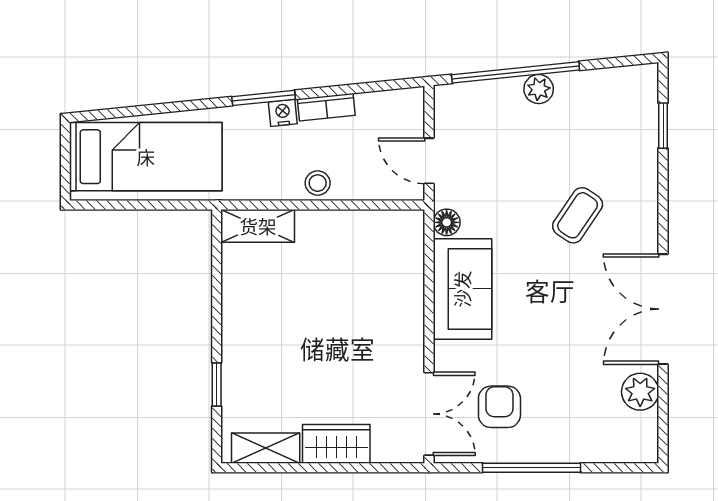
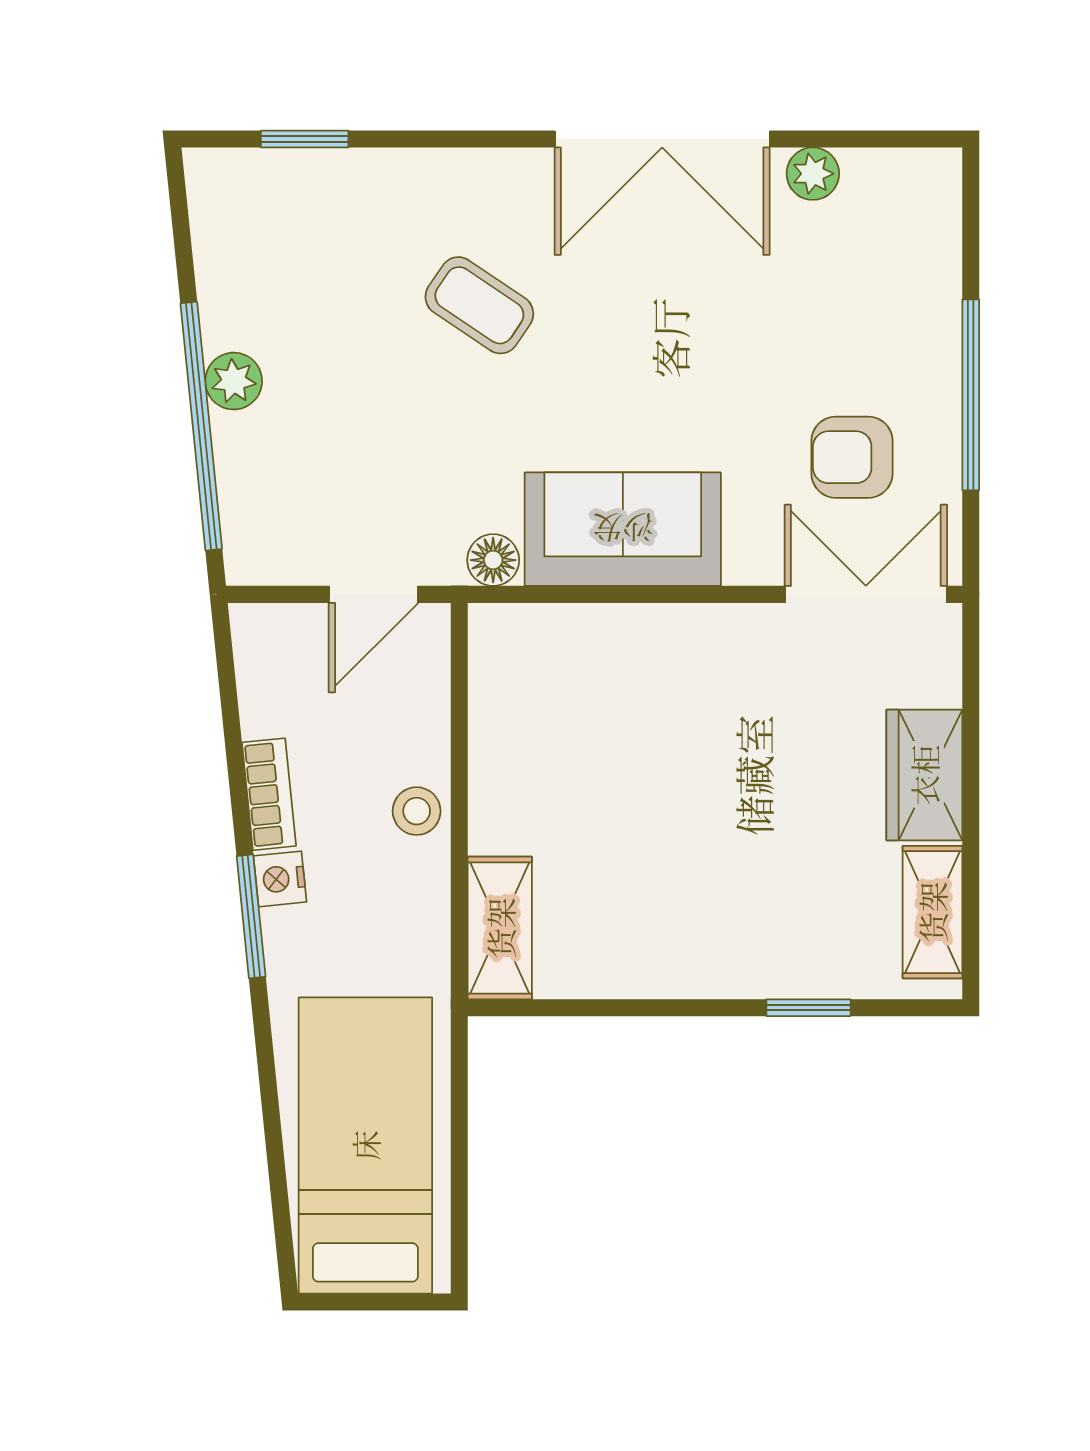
plant: (640, 392) -> (813, 174), width x0.73, depth x0.73

